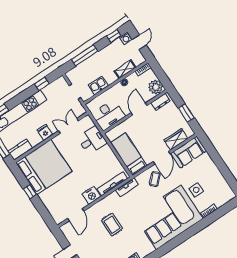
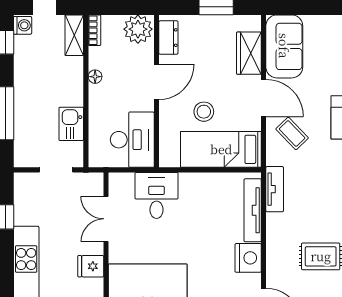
shelving: (125, 69) -> (74, 35), moved
door: (139, 109) -> (157, 82), swing flipped
stool: (140, 137) -> (204, 112), added

